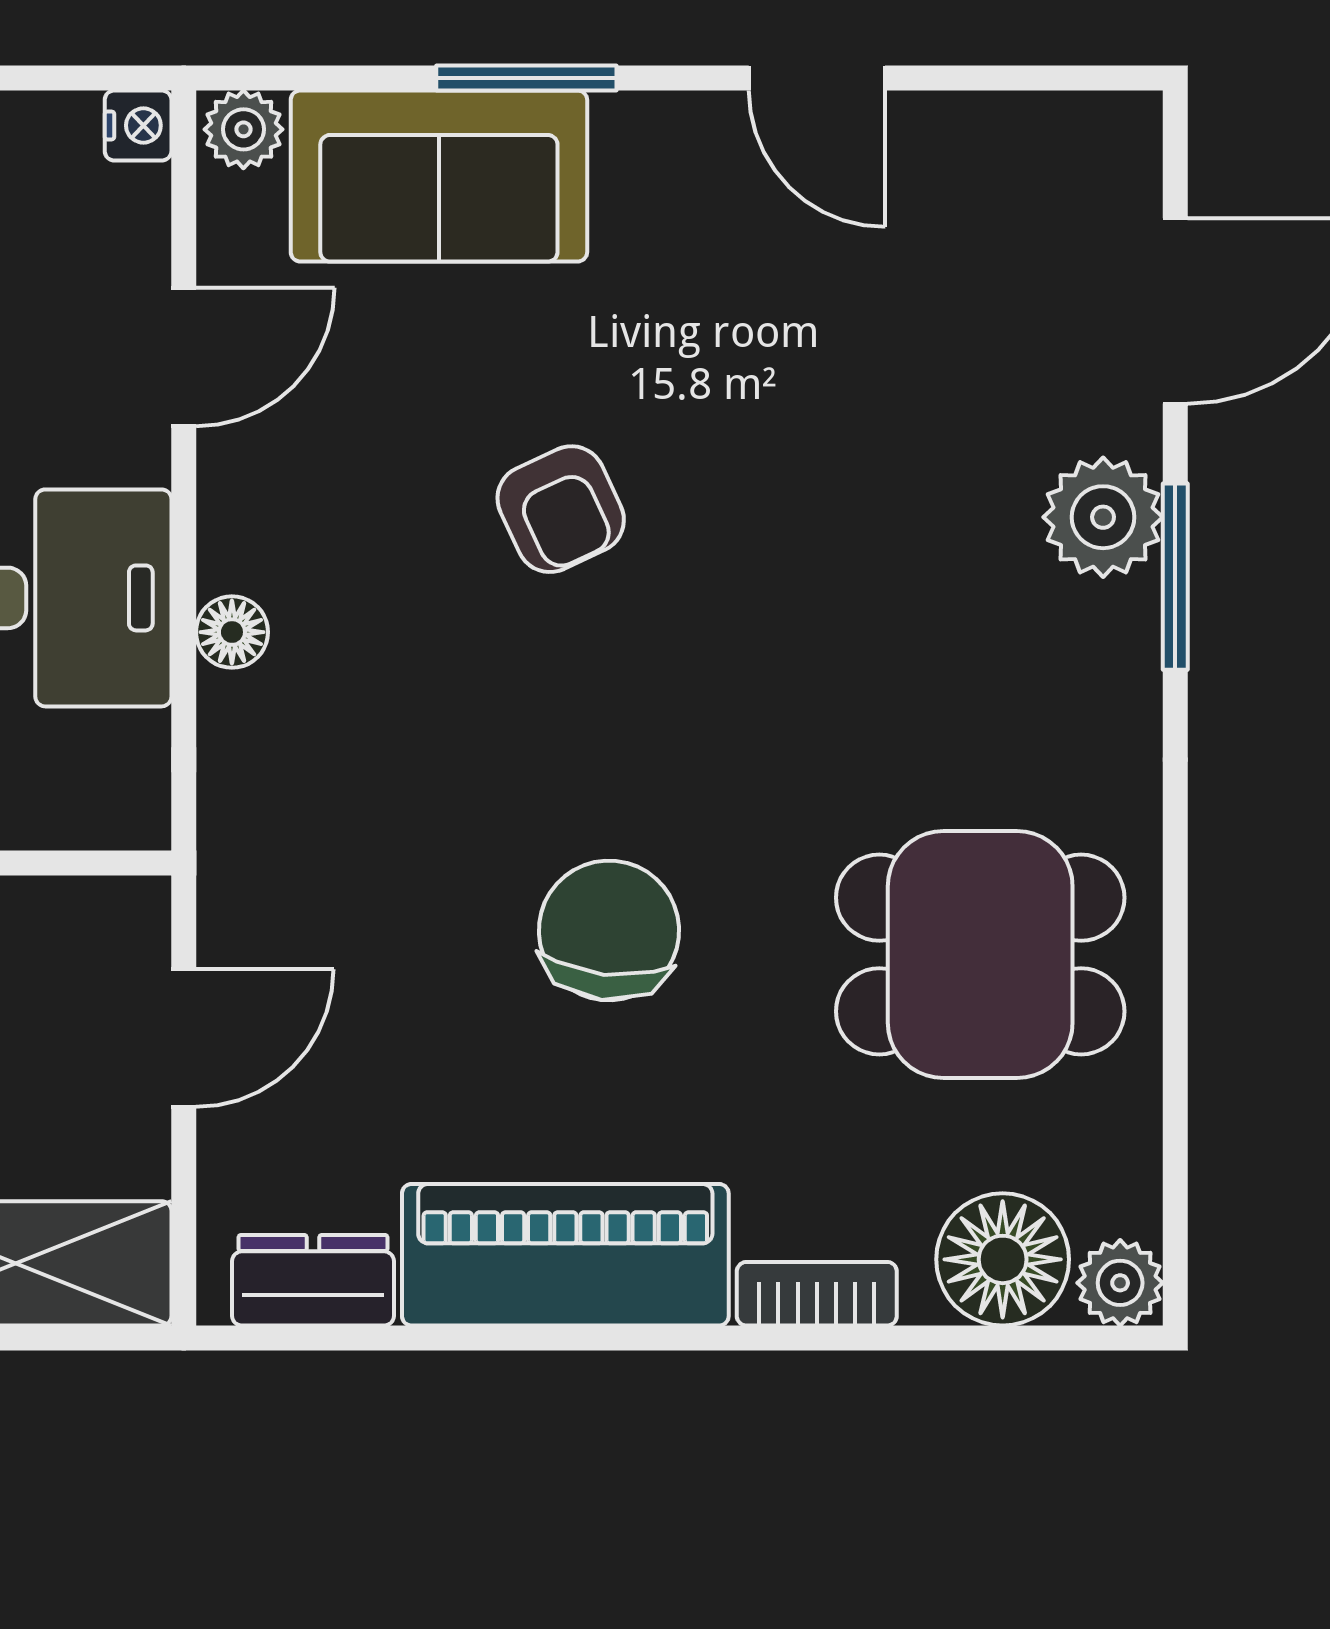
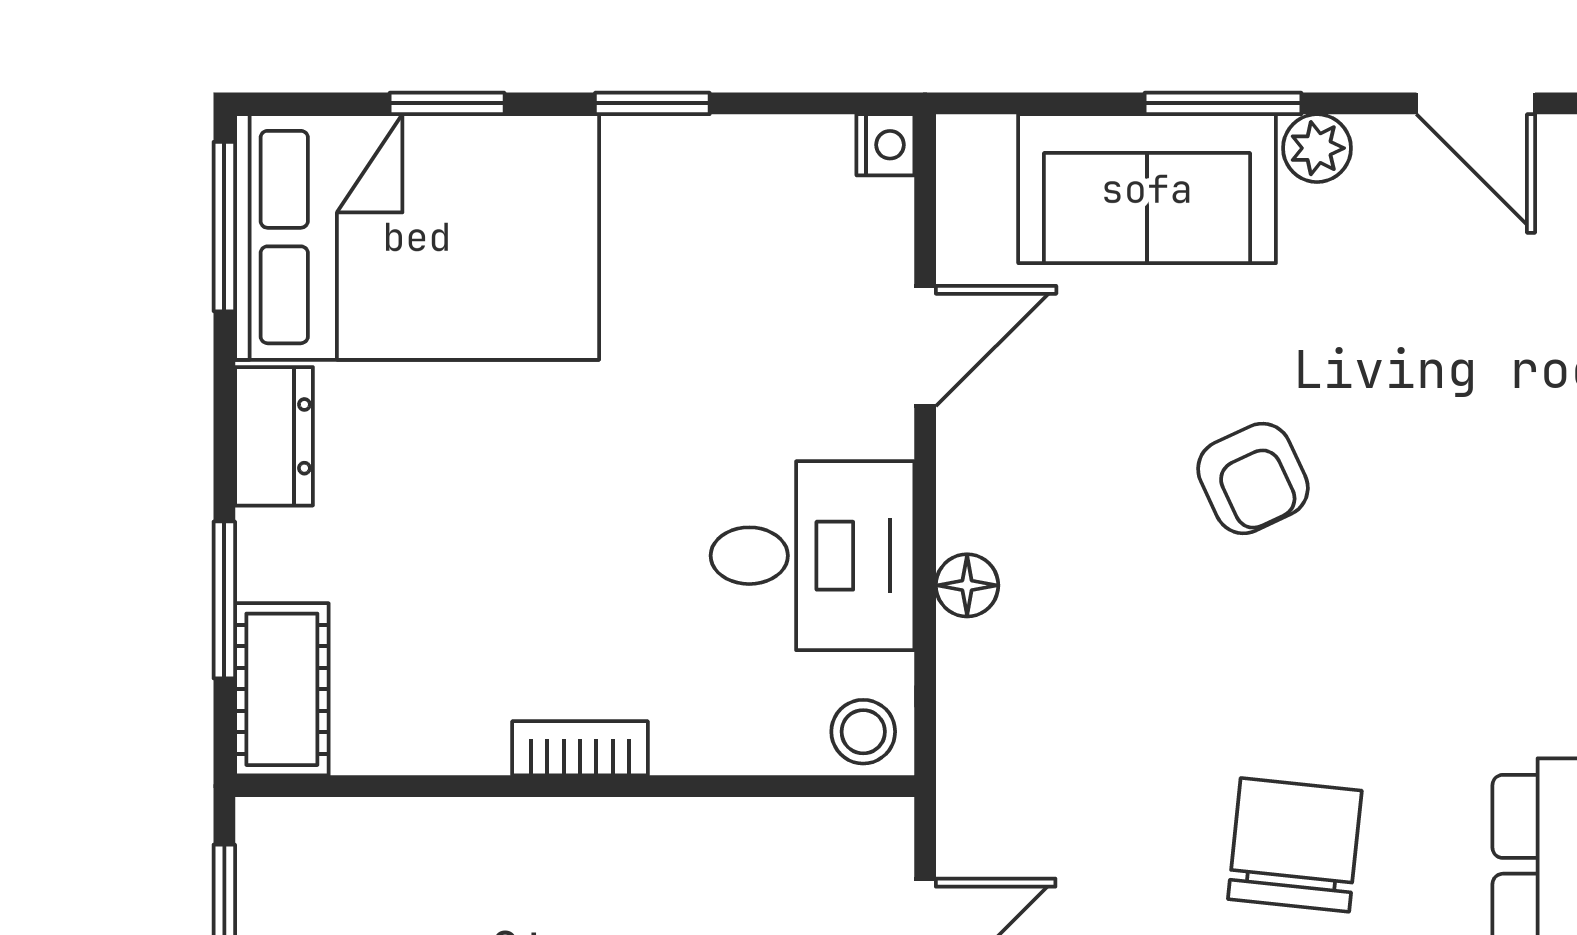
plant: (243, 129) -> (1317, 148), moved
stool: (113, 800) -> (863, 732), added

